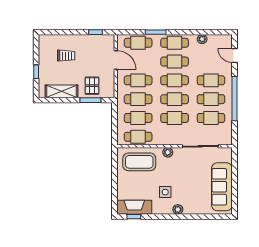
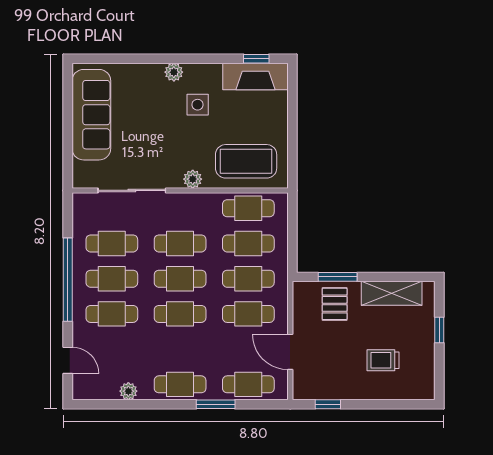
cafe table: (175, 62) -> (180, 349), removed

